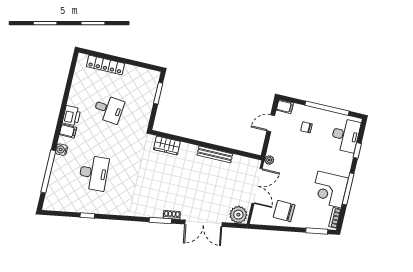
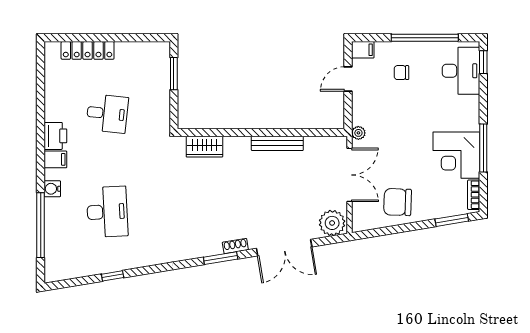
window: (357, 150) -> (483, 62), moved

